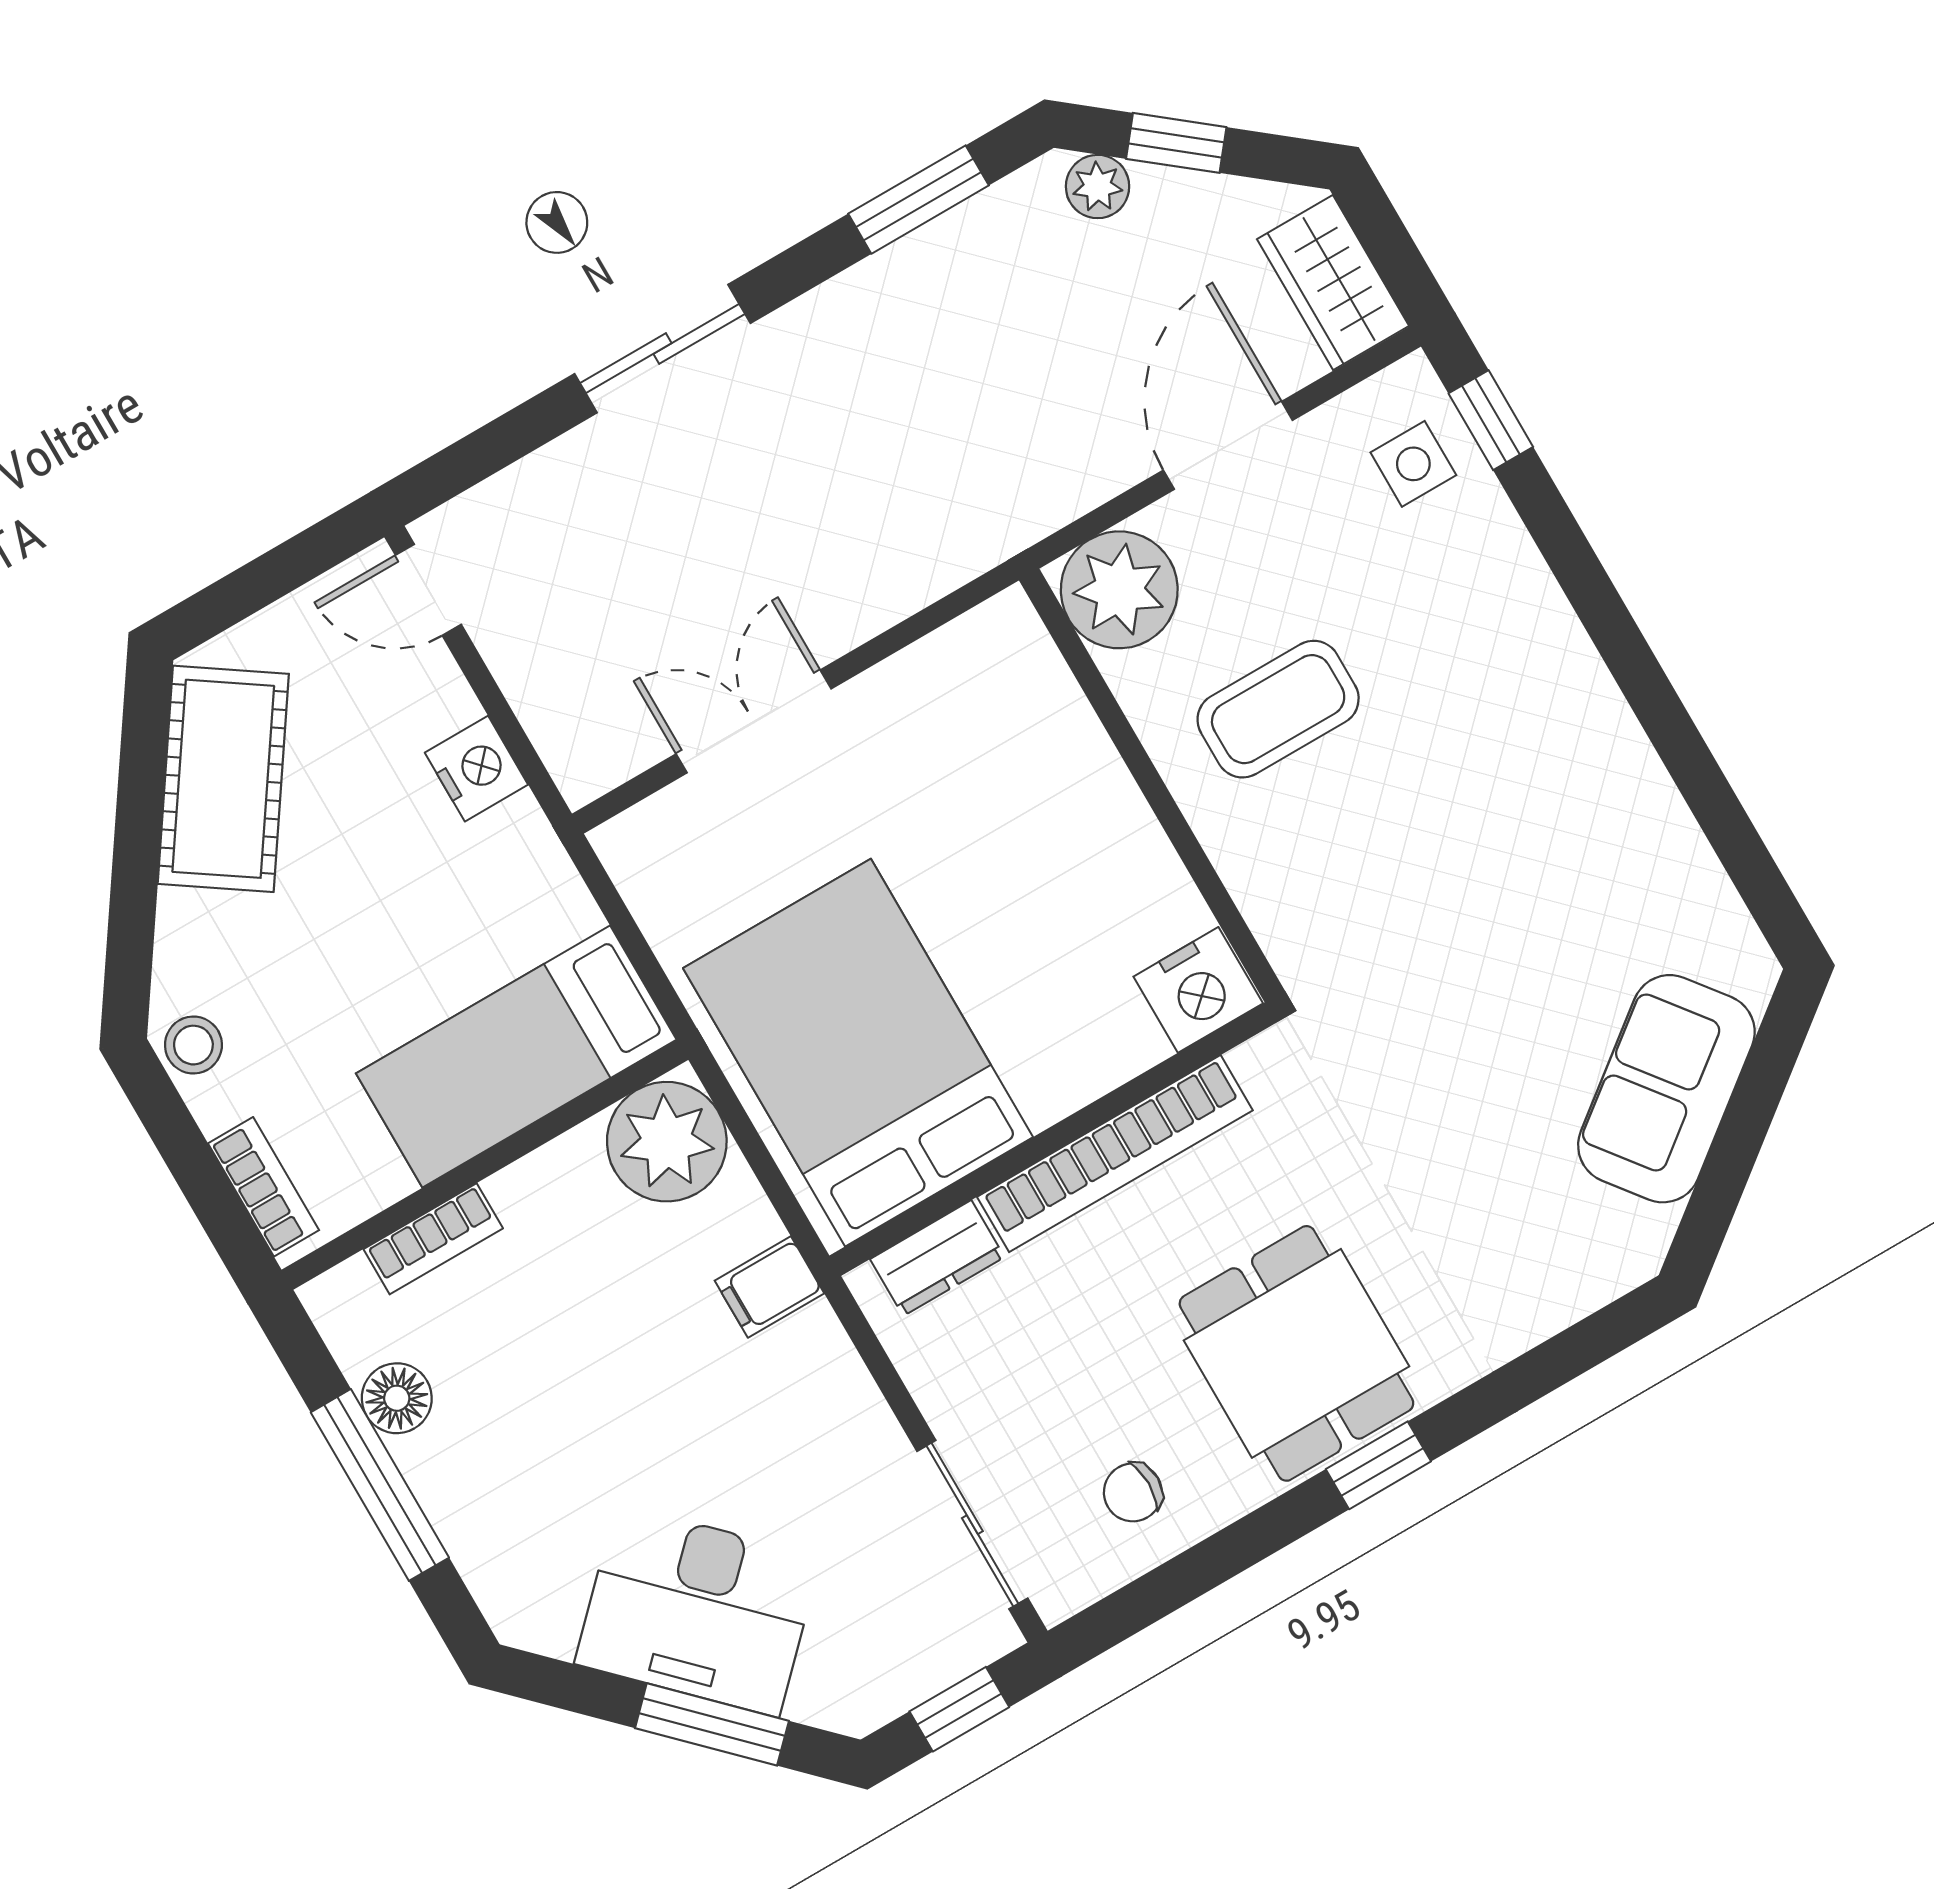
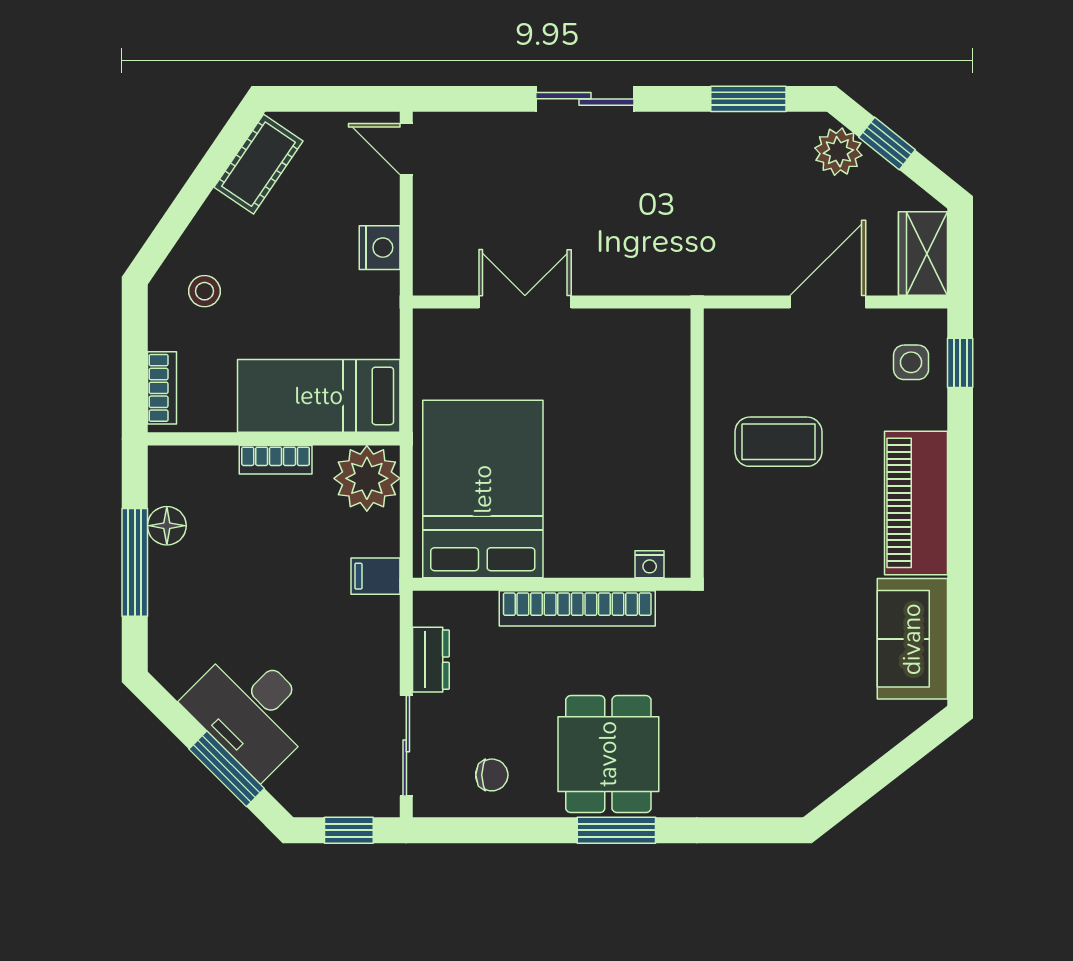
plant: (1098, 187) -> (838, 152), width x1.38, depth x1.38
plant: (1119, 590) -> (736, 341), removed
piano: (1549, 680) -> (916, 503), added
cot: (223, 779) -> (258, 164), width x0.73, depth x0.75
nightstand: (1198, 990) -> (650, 564), width x0.53, depth x0.56
stool: (193, 1045) -> (204, 291), moved
sofa: (1666, 1089) -> (912, 639), moved, turned -52
bookcase: (433, 1239) -> (276, 460), moved
dresser: (937, 1258) -> (431, 660), moved, turned -90
window: (1378, 1465) -> (616, 830), width x1.50
chair: (1133, 1492) -> (492, 775), turned 180

